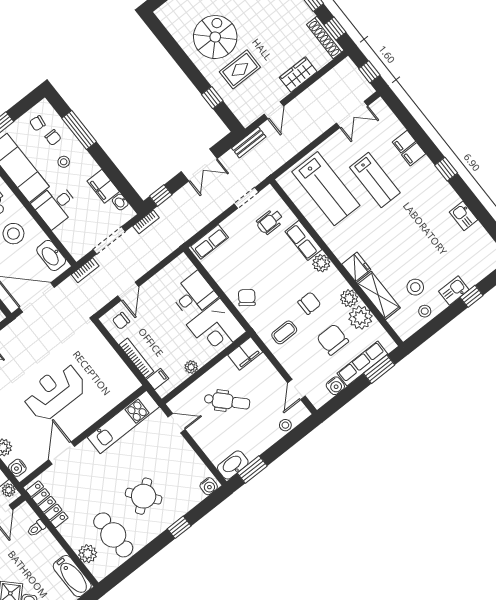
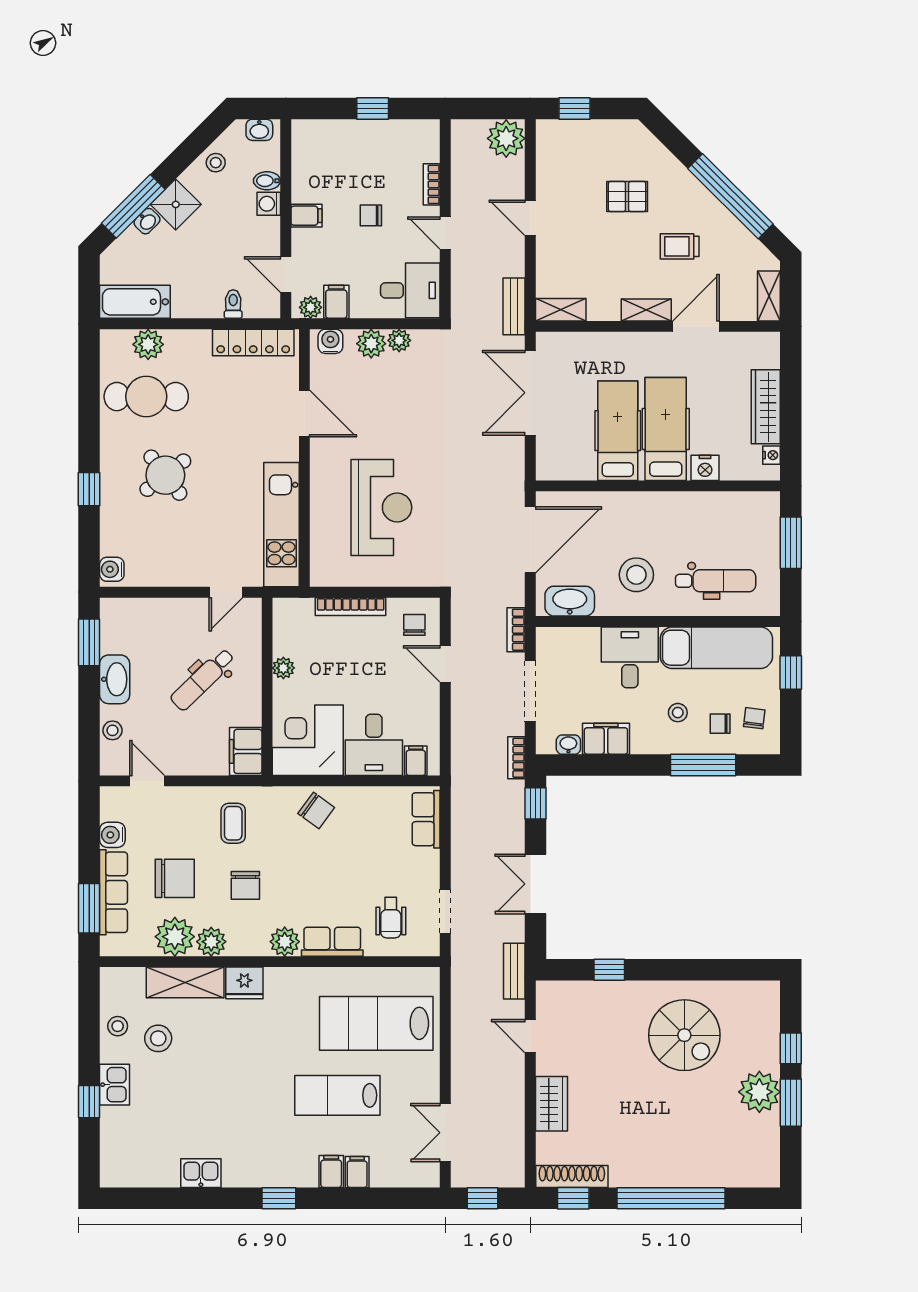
rug: (240, 69) -> (617, 1034), removed
wheelchair: (270, 222) -> (391, 918), turned 180
filing cabinet: (158, 379) -> (416, 761), moved, turned 180
reception desk: (55, 392) -> (381, 507), moved
washbasin: (233, 465) -> (115, 679), moved

